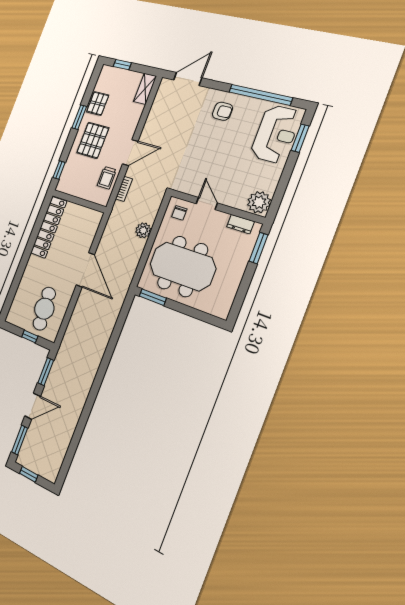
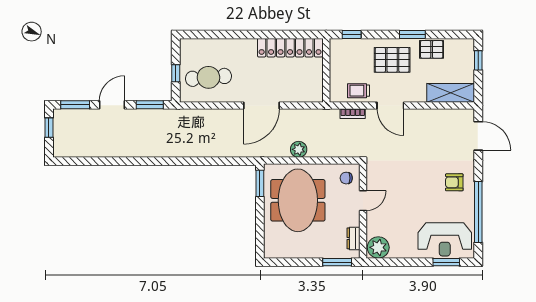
shelving: (145, 89) -> (451, 93), width x1.50, depth x1.33
armchair: (222, 111) -> (454, 182), turned 90
plant: (143, 230) -> (299, 149), moved
door: (33, 406) -> (112, 105), swing flipped

